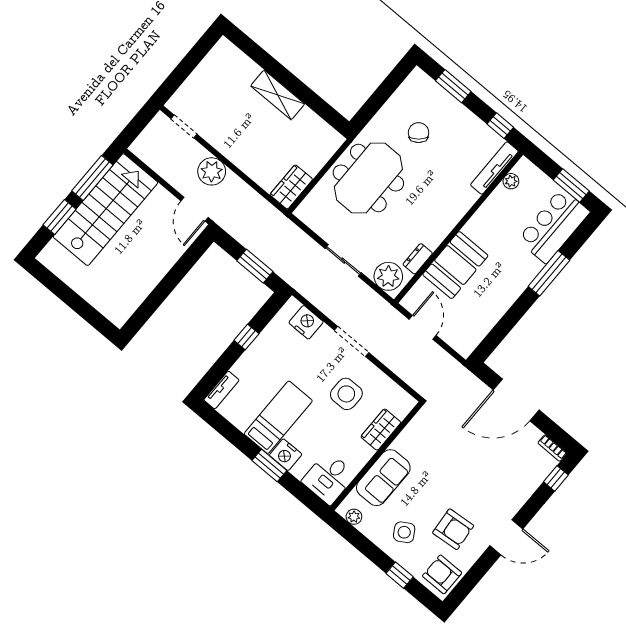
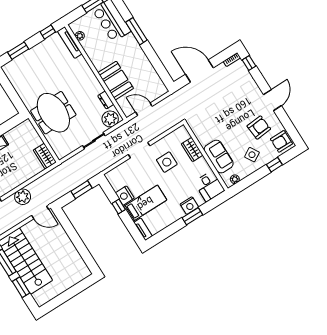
chair: (419, 133) -> (37, 78), removed
nightstand: (306, 322) -> (125, 196), moved, turned -90
door: (516, 400) -> (199, 71), swing flipped
bed: (278, 417) -> (145, 203), moved, turned 90

